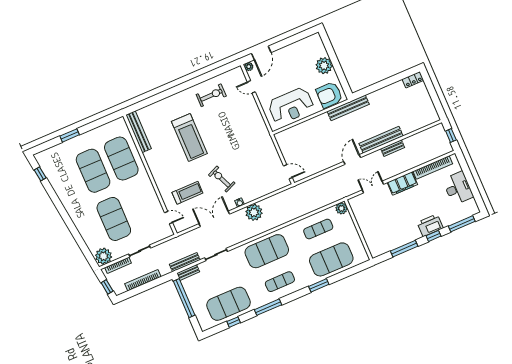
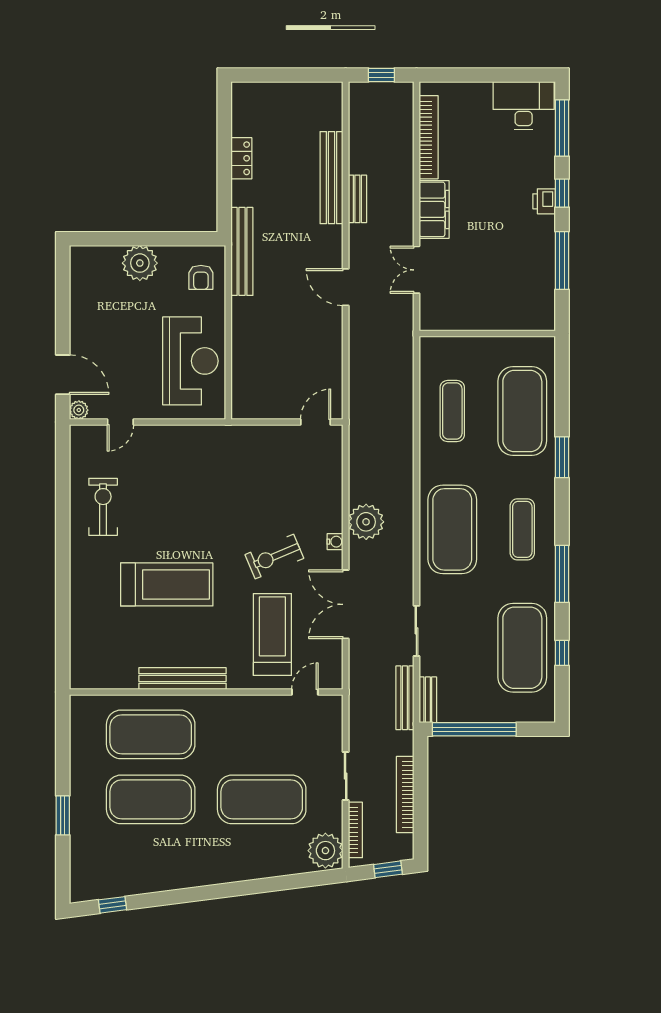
locker: (413, 80) -> (241, 158), moved
armchair: (329, 95) -> (201, 277), width x0.53, depth x0.53
bench: (139, 132) -> (182, 679), moved
bench: (381, 140) -> (332, 178), moved
desk: (458, 188) -> (524, 106), moved
treadmill: (187, 193) -> (272, 635), width x1.37, depth x1.38
plant: (341, 208) -> (432, 349), removed
printer: (430, 225) -> (544, 201), width x0.53, depth x0.68

